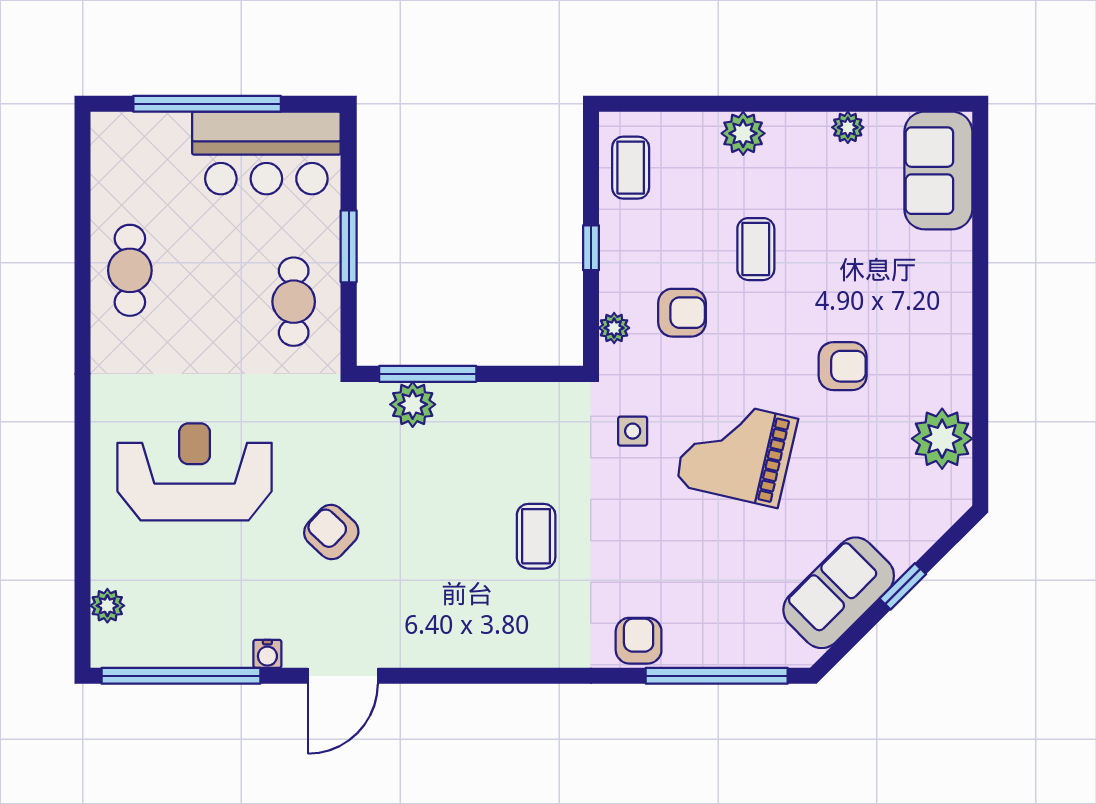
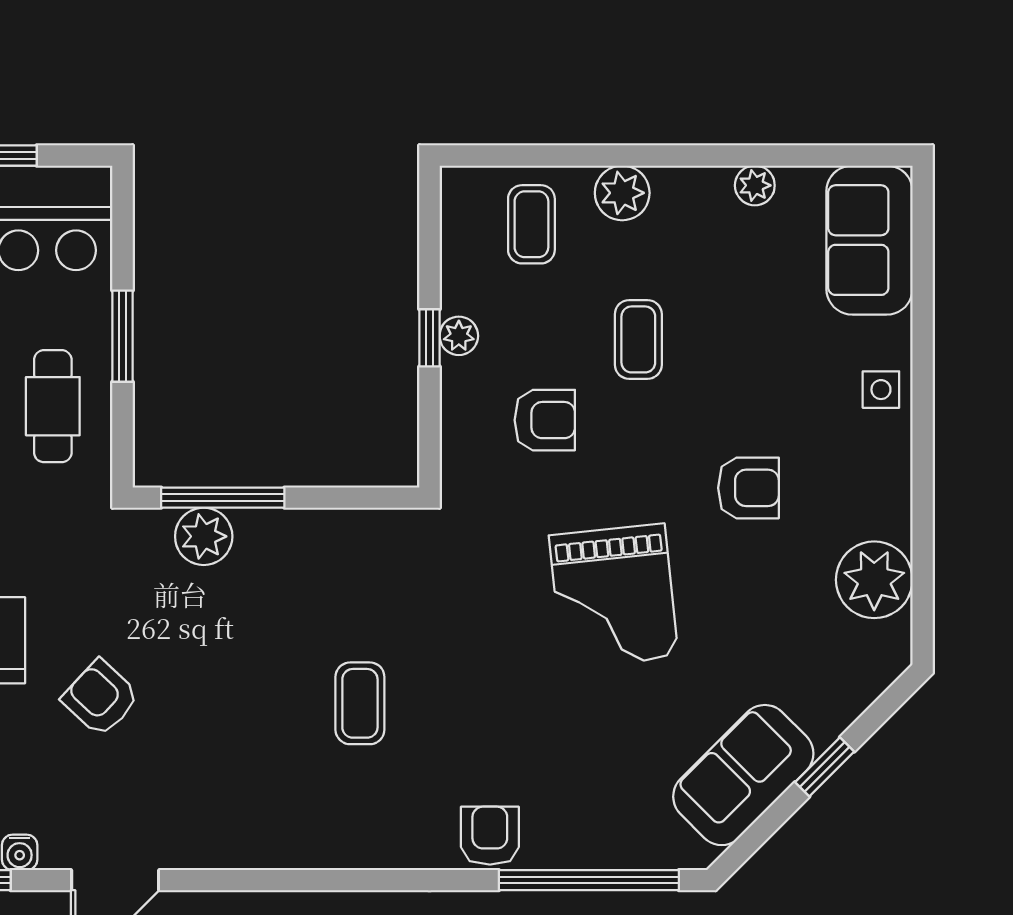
coffee table: (631, 168) -> (531, 224), moved
plant: (614, 328) -> (459, 336), moved
side table: (633, 431) -> (881, 390), moved
grand piano: (736, 452) -> (614, 596), turned -109

